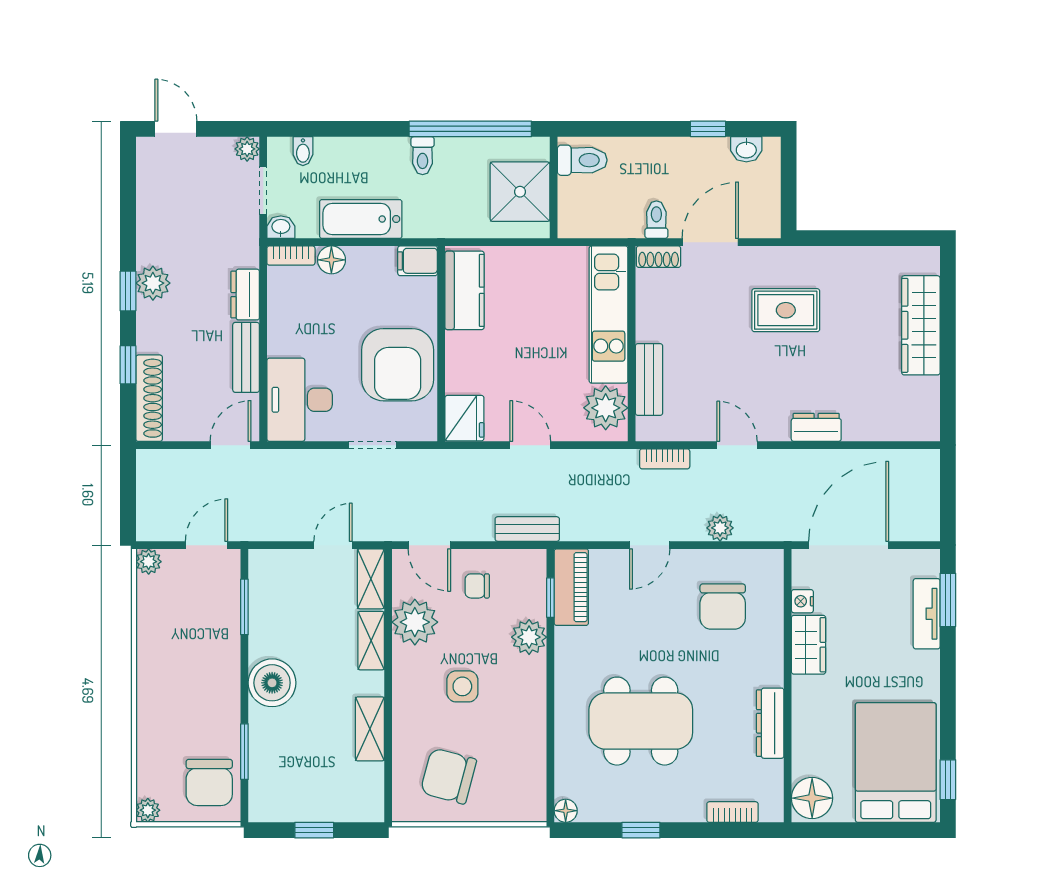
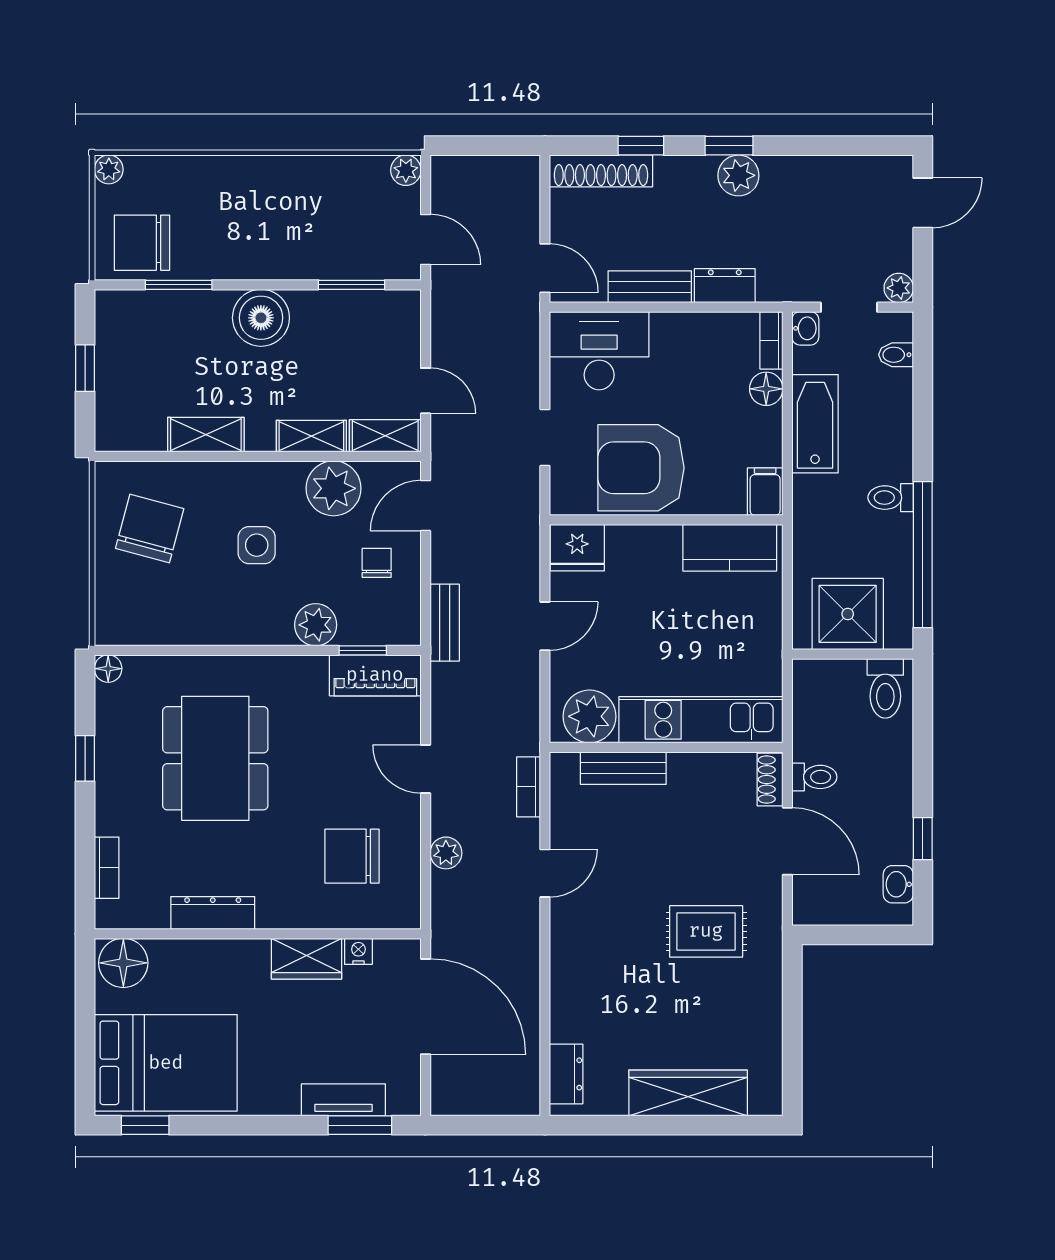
rug: (786, 310) -> (706, 931), turned 90
dresser: (816, 427) -> (566, 1074), moved

